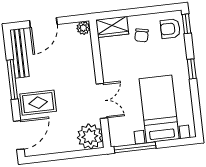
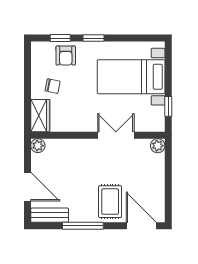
window: (186, 24) -> (60, 38), moved
armchair: (170, 29) -> (66, 56), moved
bench: (19, 53) -> (50, 215), width x0.73
plant: (90, 136) -> (158, 146), width x0.53, depth x0.53
window: (135, 147) -> (168, 106), width x0.46

